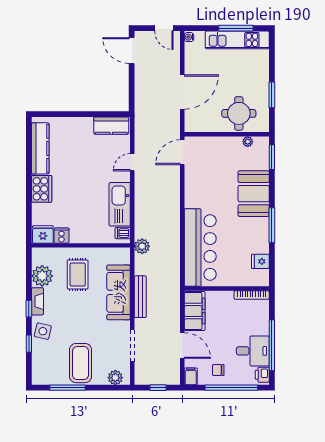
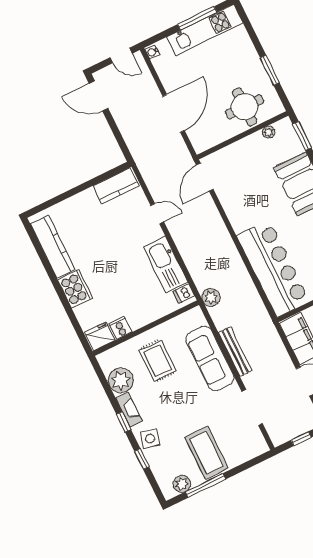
door: (132, 162) -> (157, 214), swing flipped
plant: (115, 378) -> (182, 484), moved

